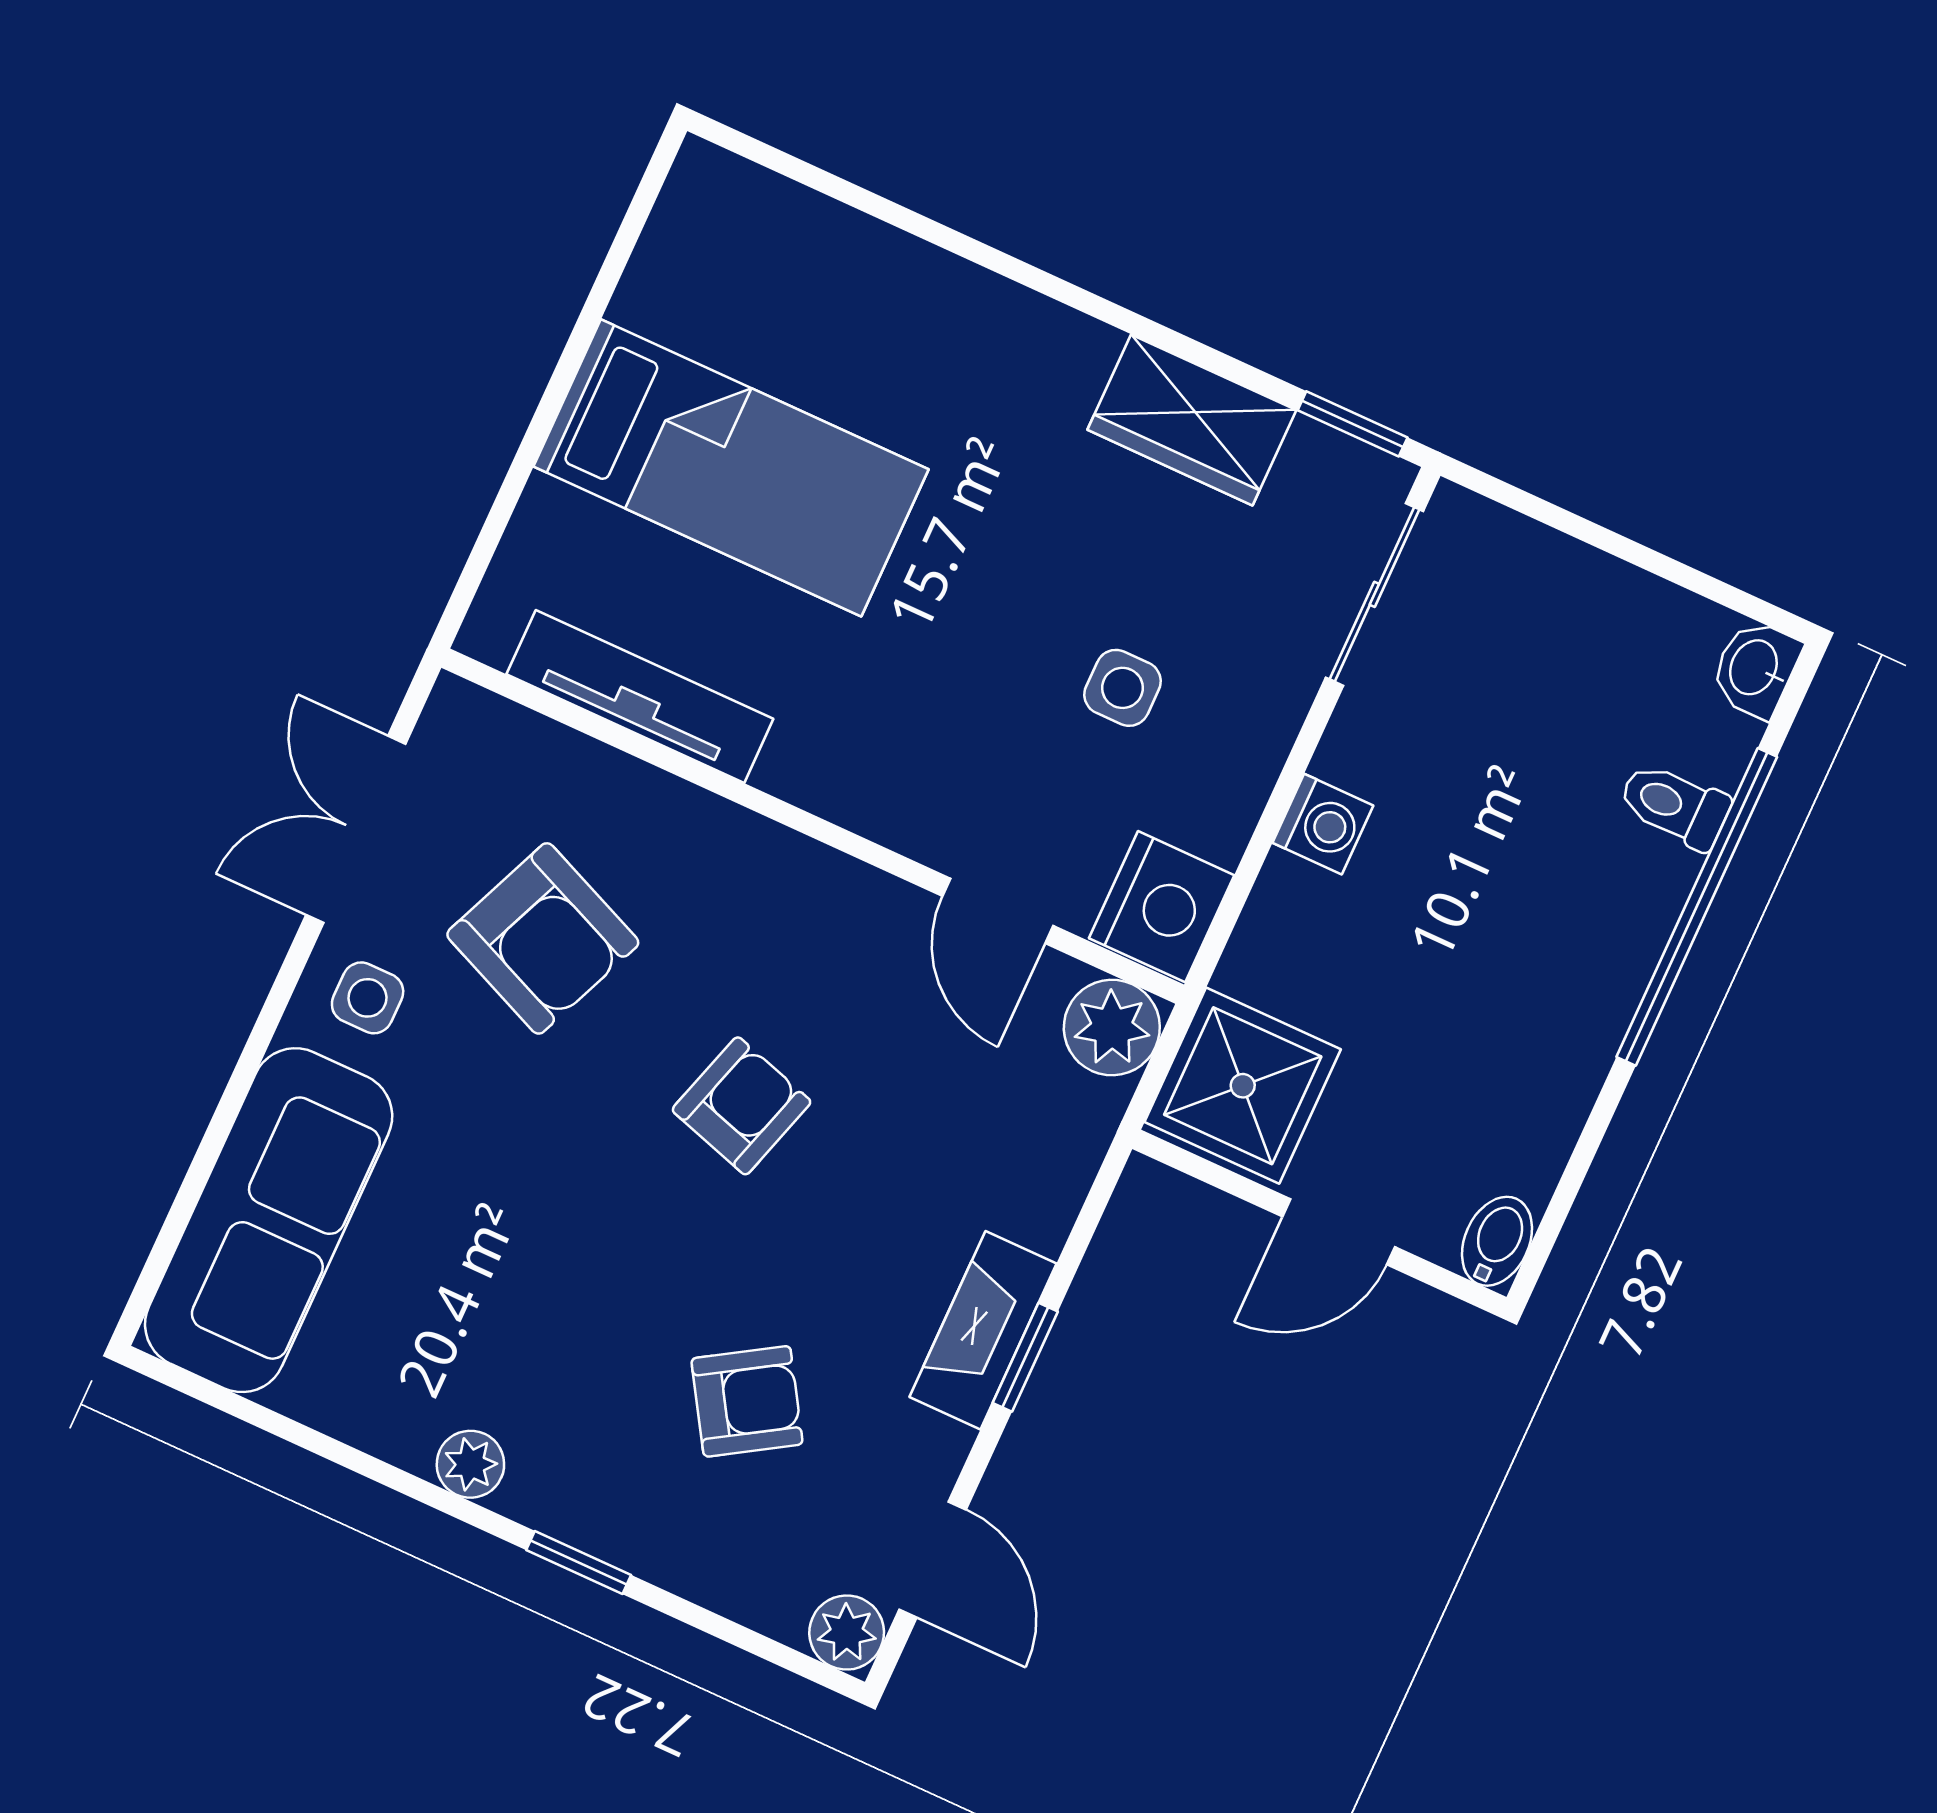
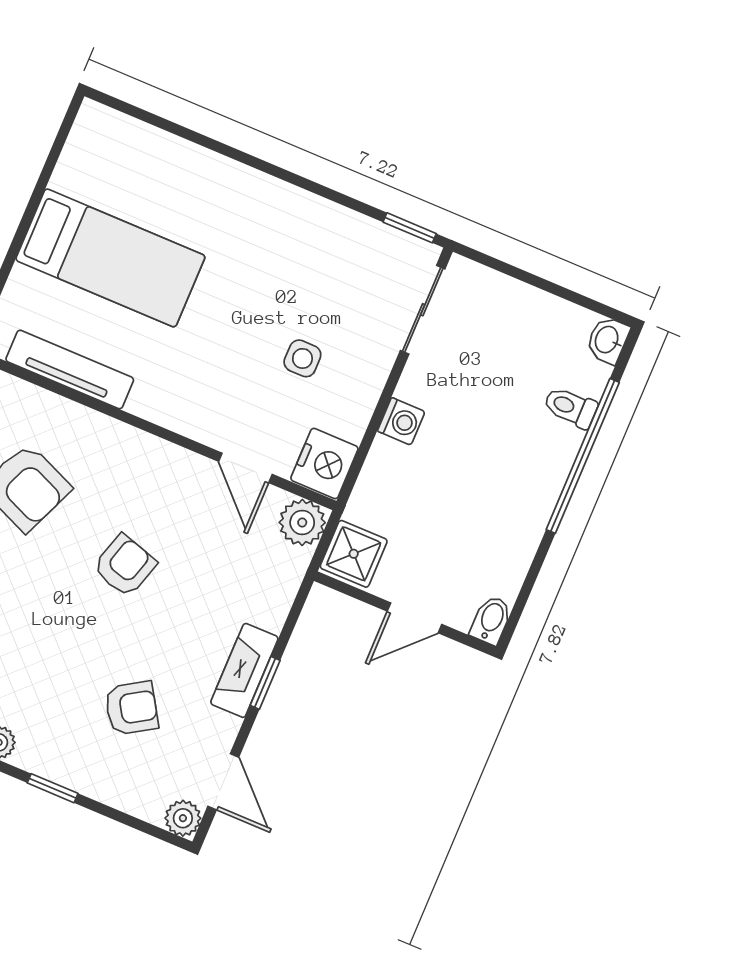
wardrobe: (1192, 420) -> (332, 228), removed
shower: (1243, 1086) -> (354, 554), width x0.73, depth x0.73

